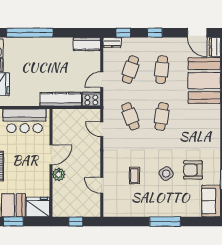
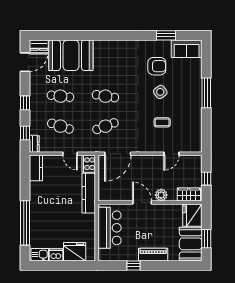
door: (102, 129) -> (118, 154), width x1.88
armchair: (193, 170) -> (157, 66), turned -90
wardrobe: (59, 203) -> (189, 195), added

